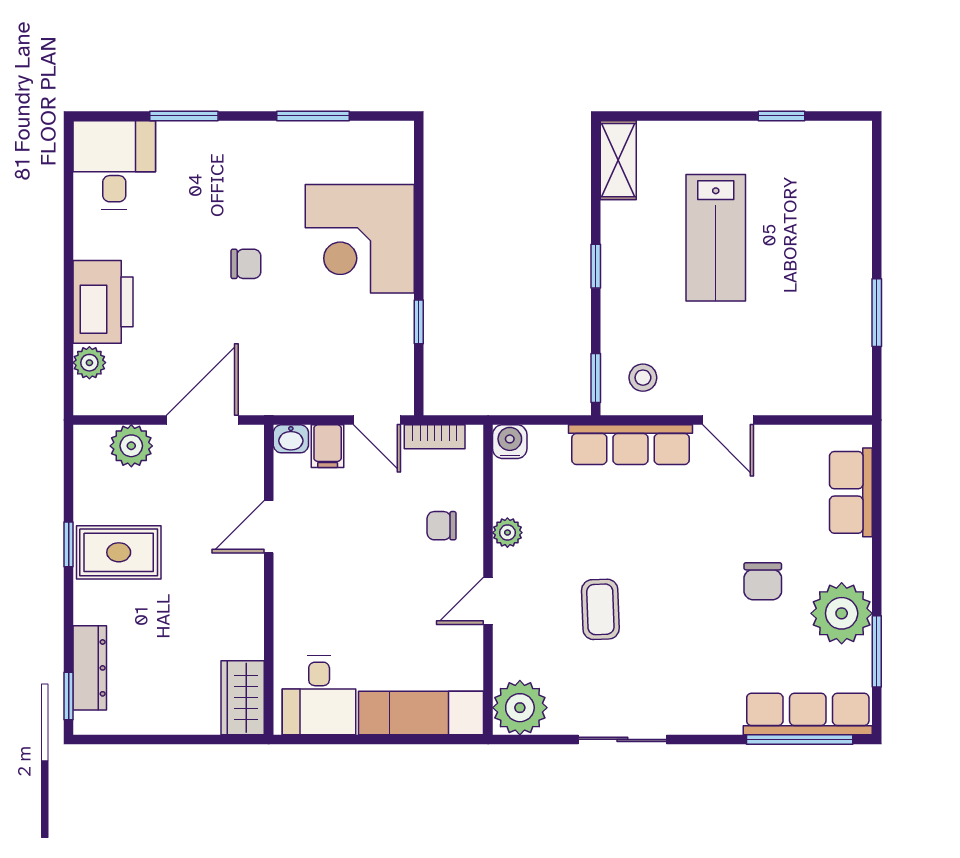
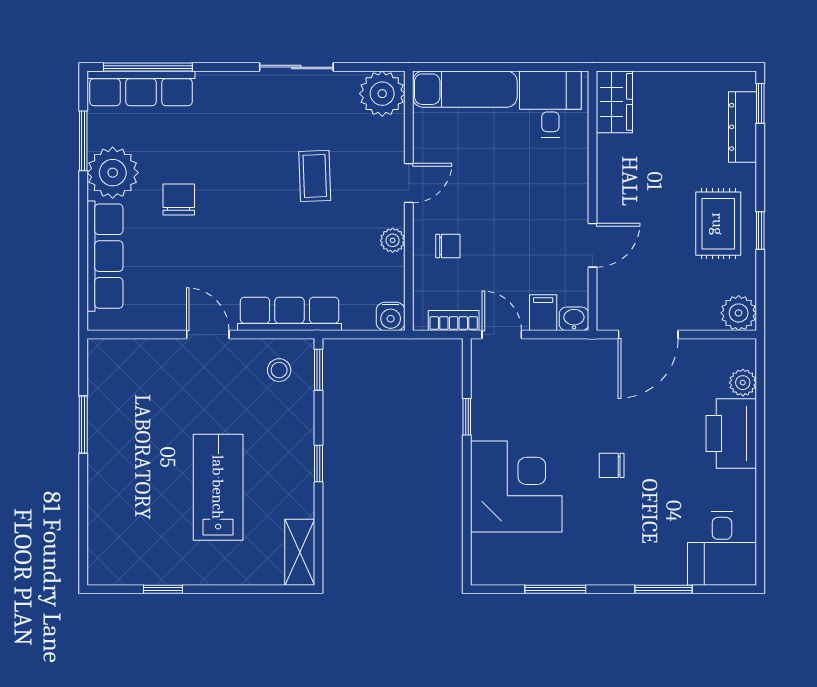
plant: (131, 446) -> (739, 313), moved
row of seats: (851, 492) -> (105, 256), width x1.48
rug: (119, 552) -> (718, 224), turned 90

